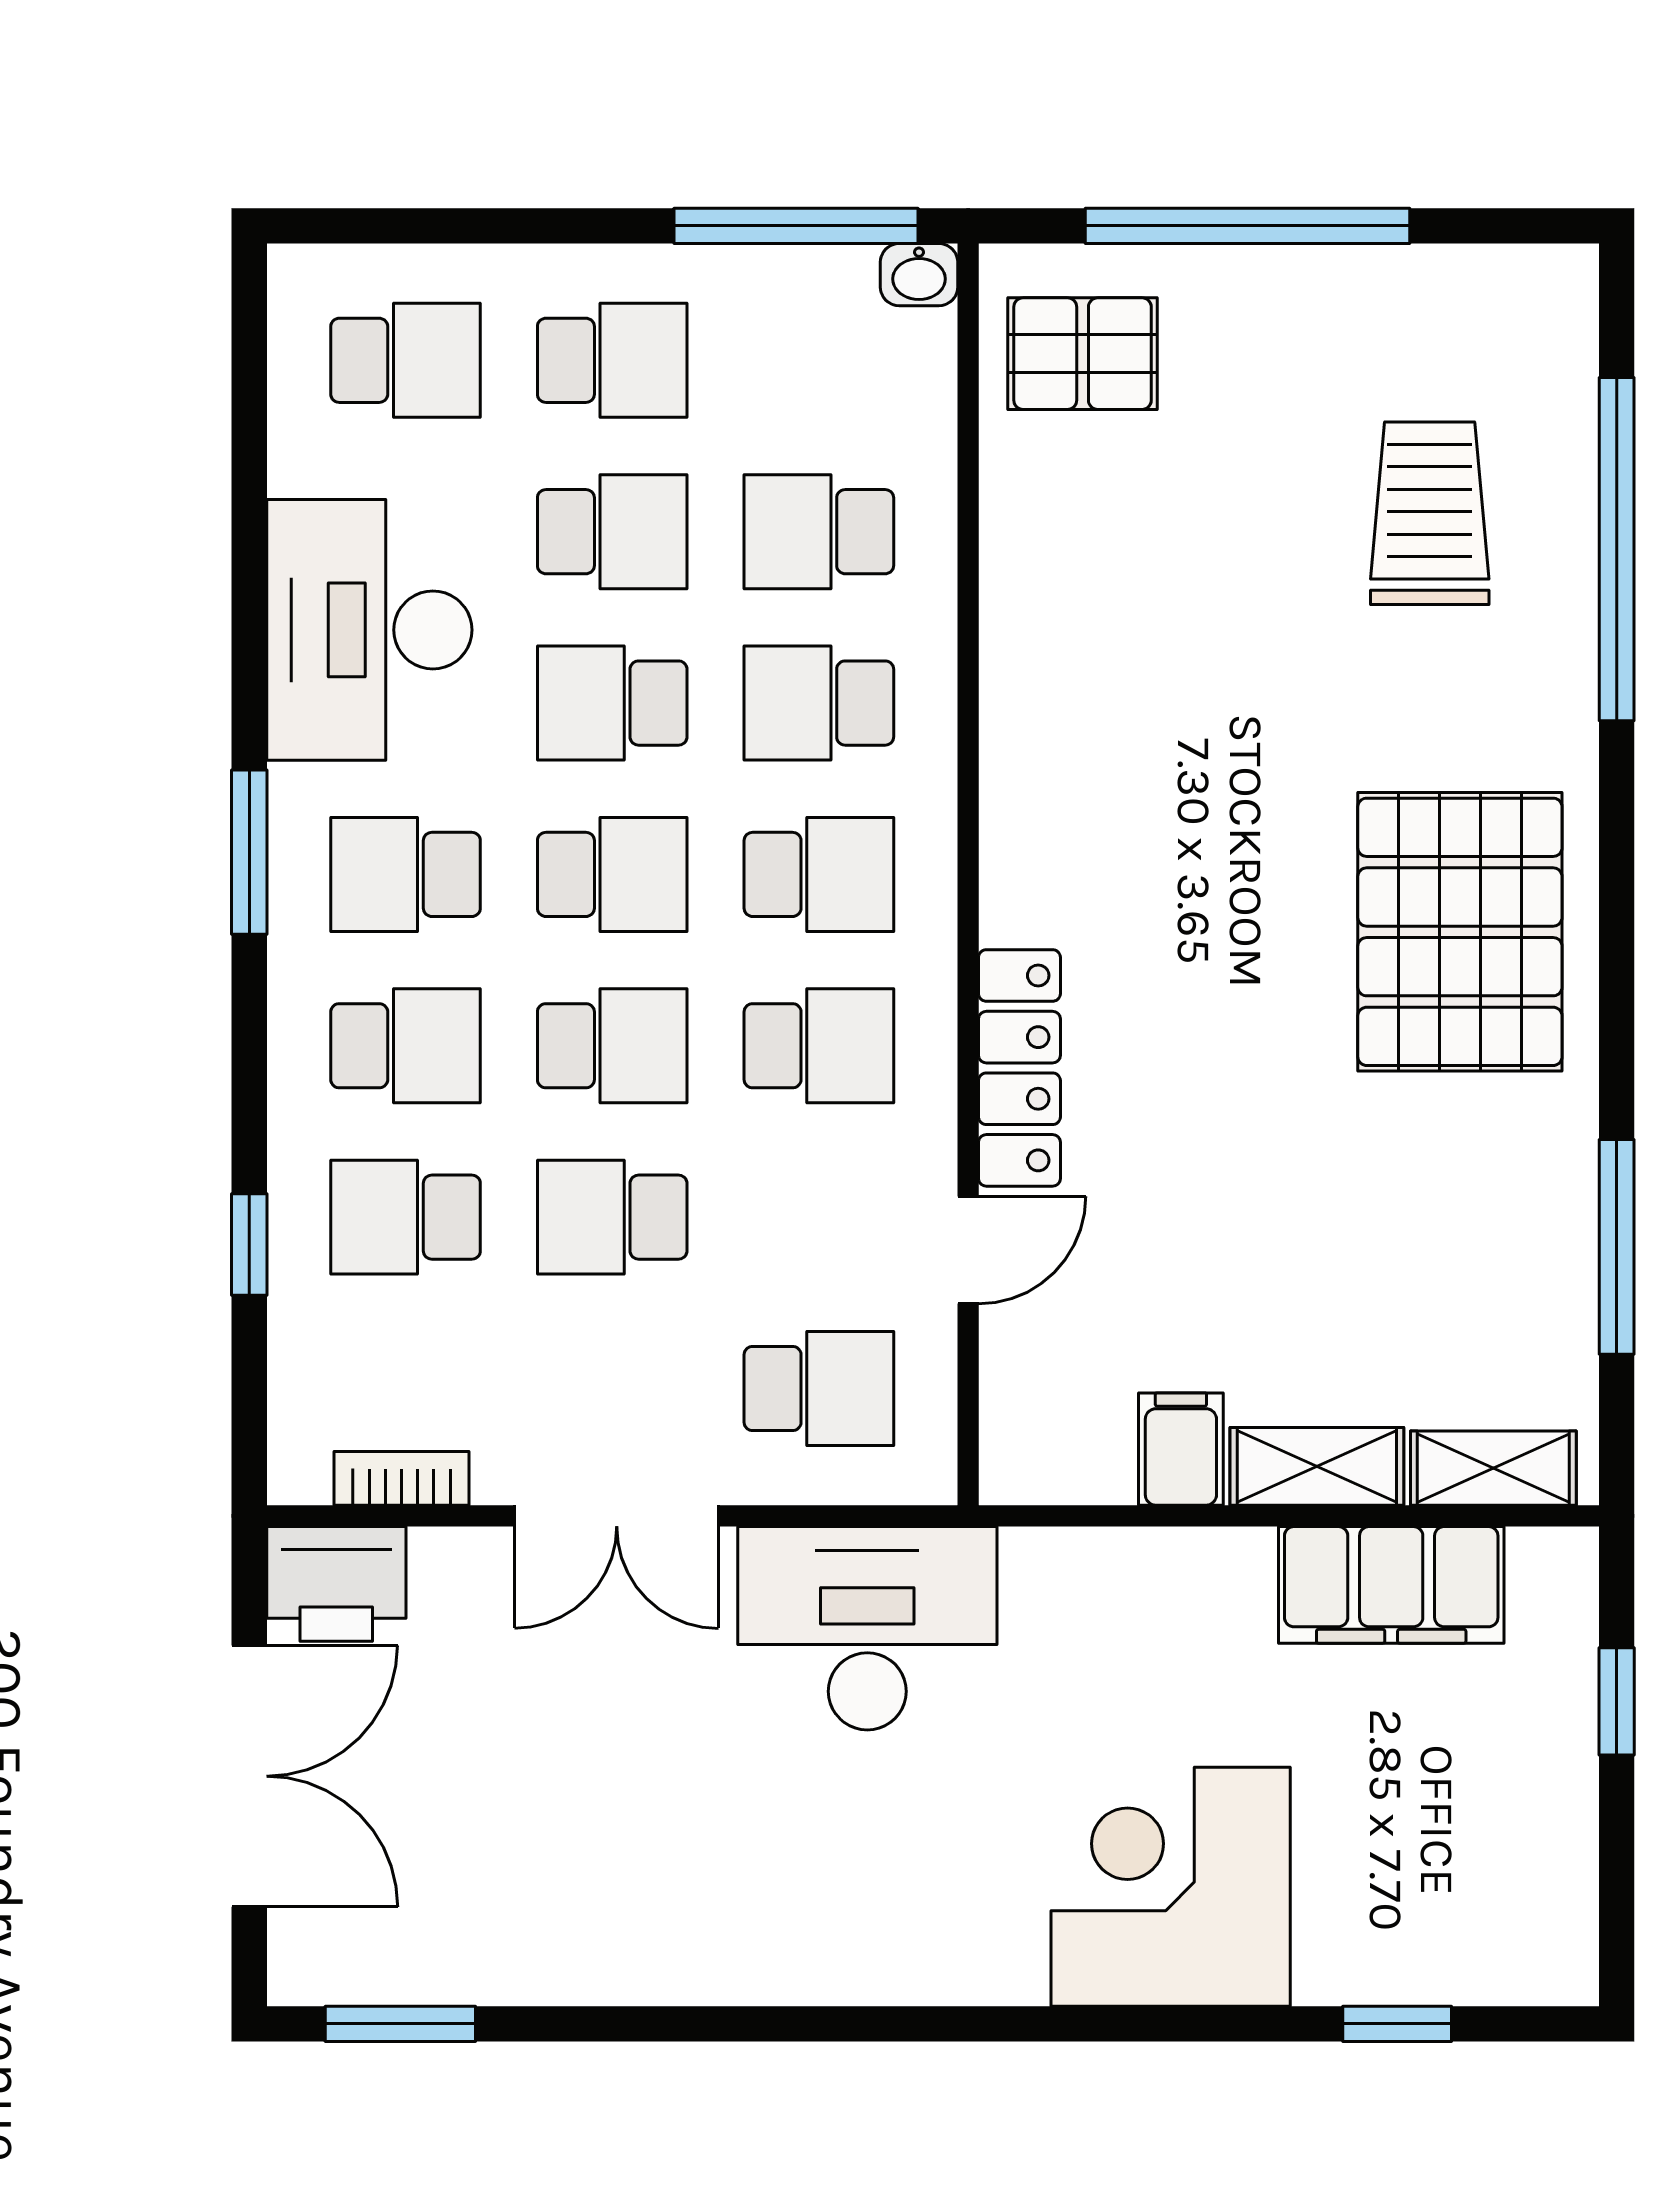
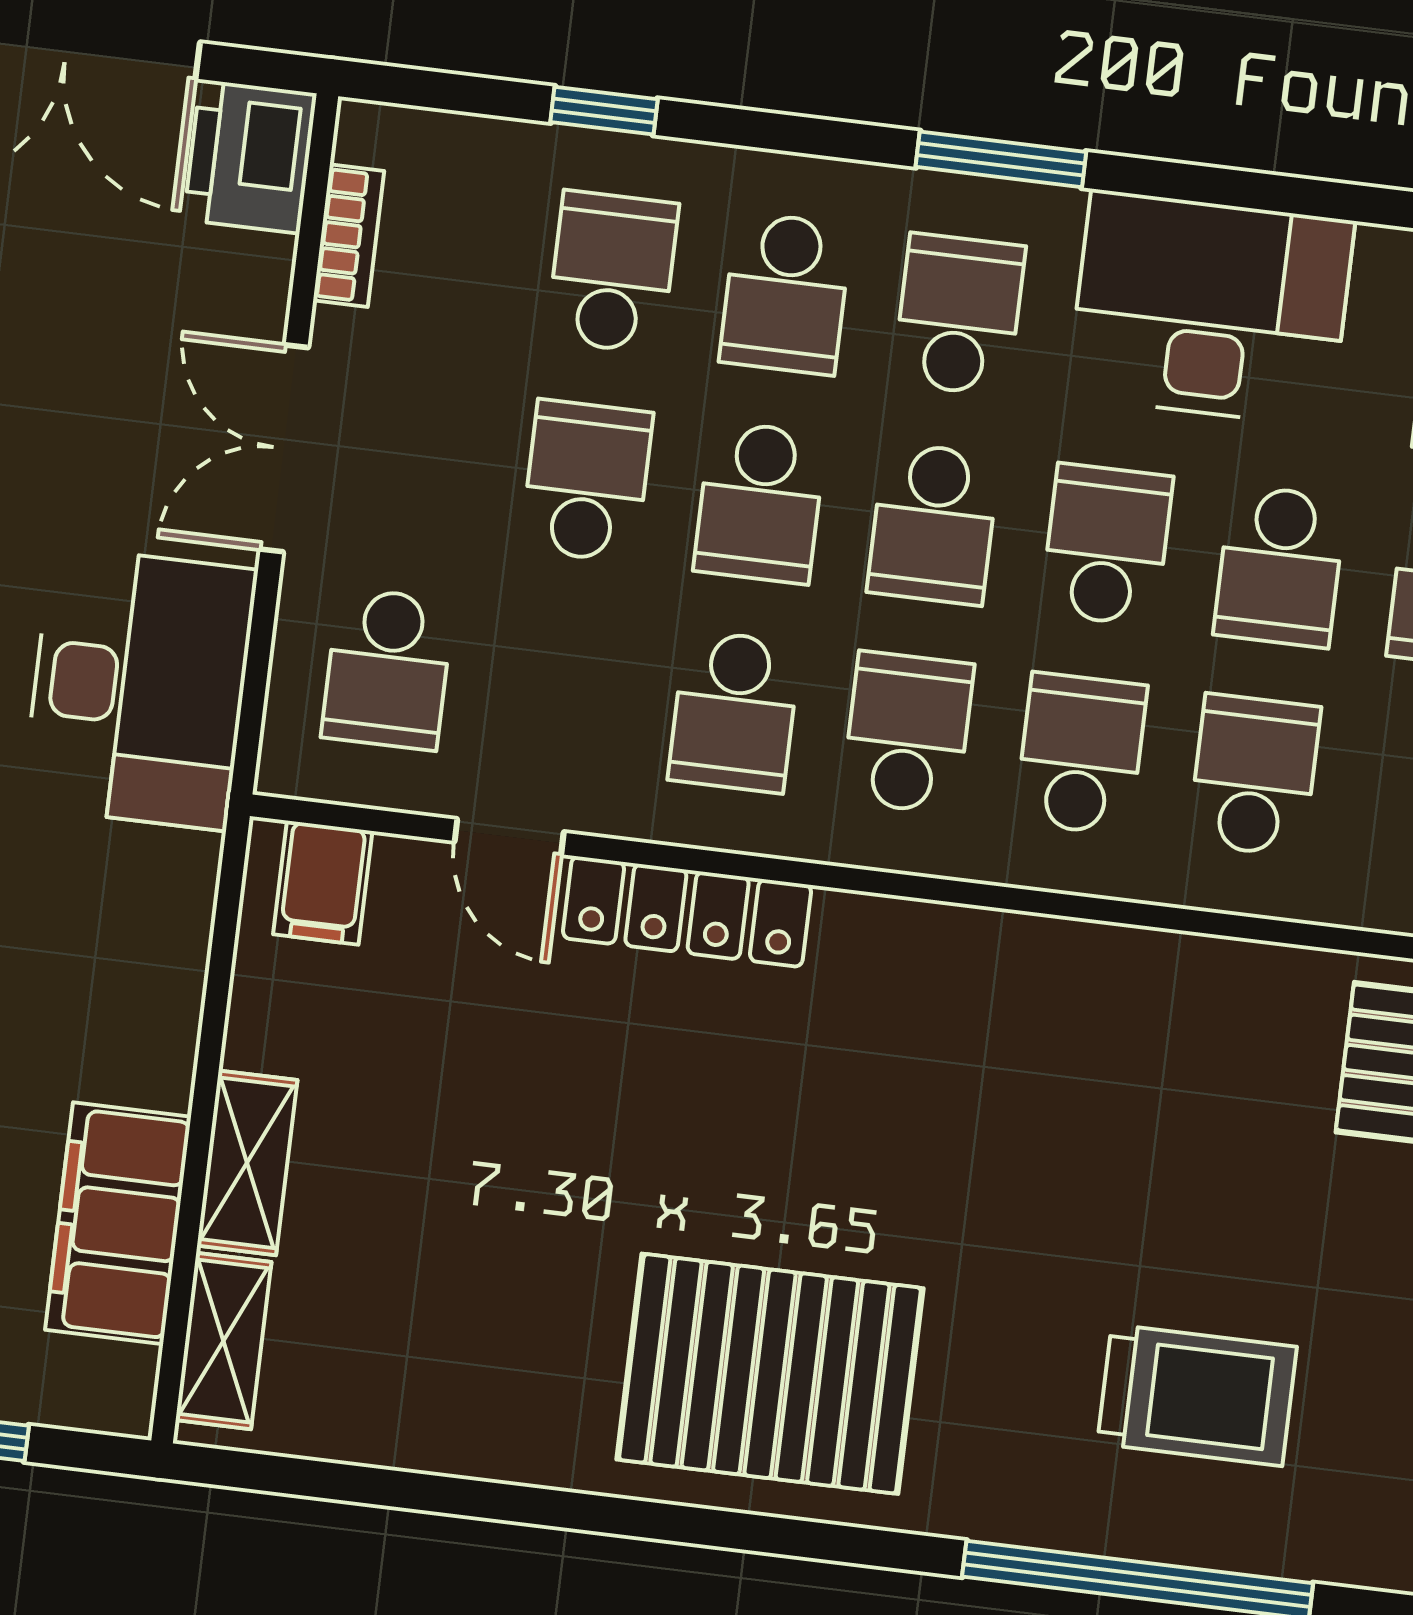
school desk: (819, 874) -> (908, 733), turned 180
window: (1617, 1247) -> (432, 1493), removed
filing cabinet: (1181, 1449) -> (323, 883), moved, turned 90

